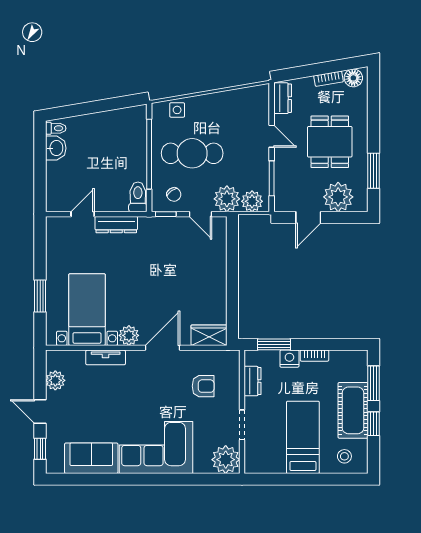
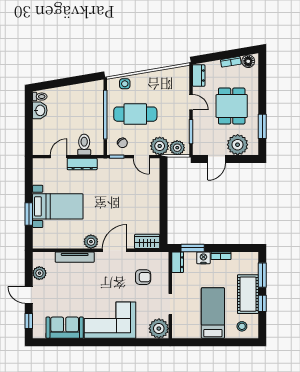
toilet: (138, 197) -> (84, 145), moved
bed with nightstands: (87, 310) -> (58, 206), moved, turned 90
tv unit: (106, 357) -> (75, 257), width x1.41
dresser: (253, 381) -> (178, 262), moved

